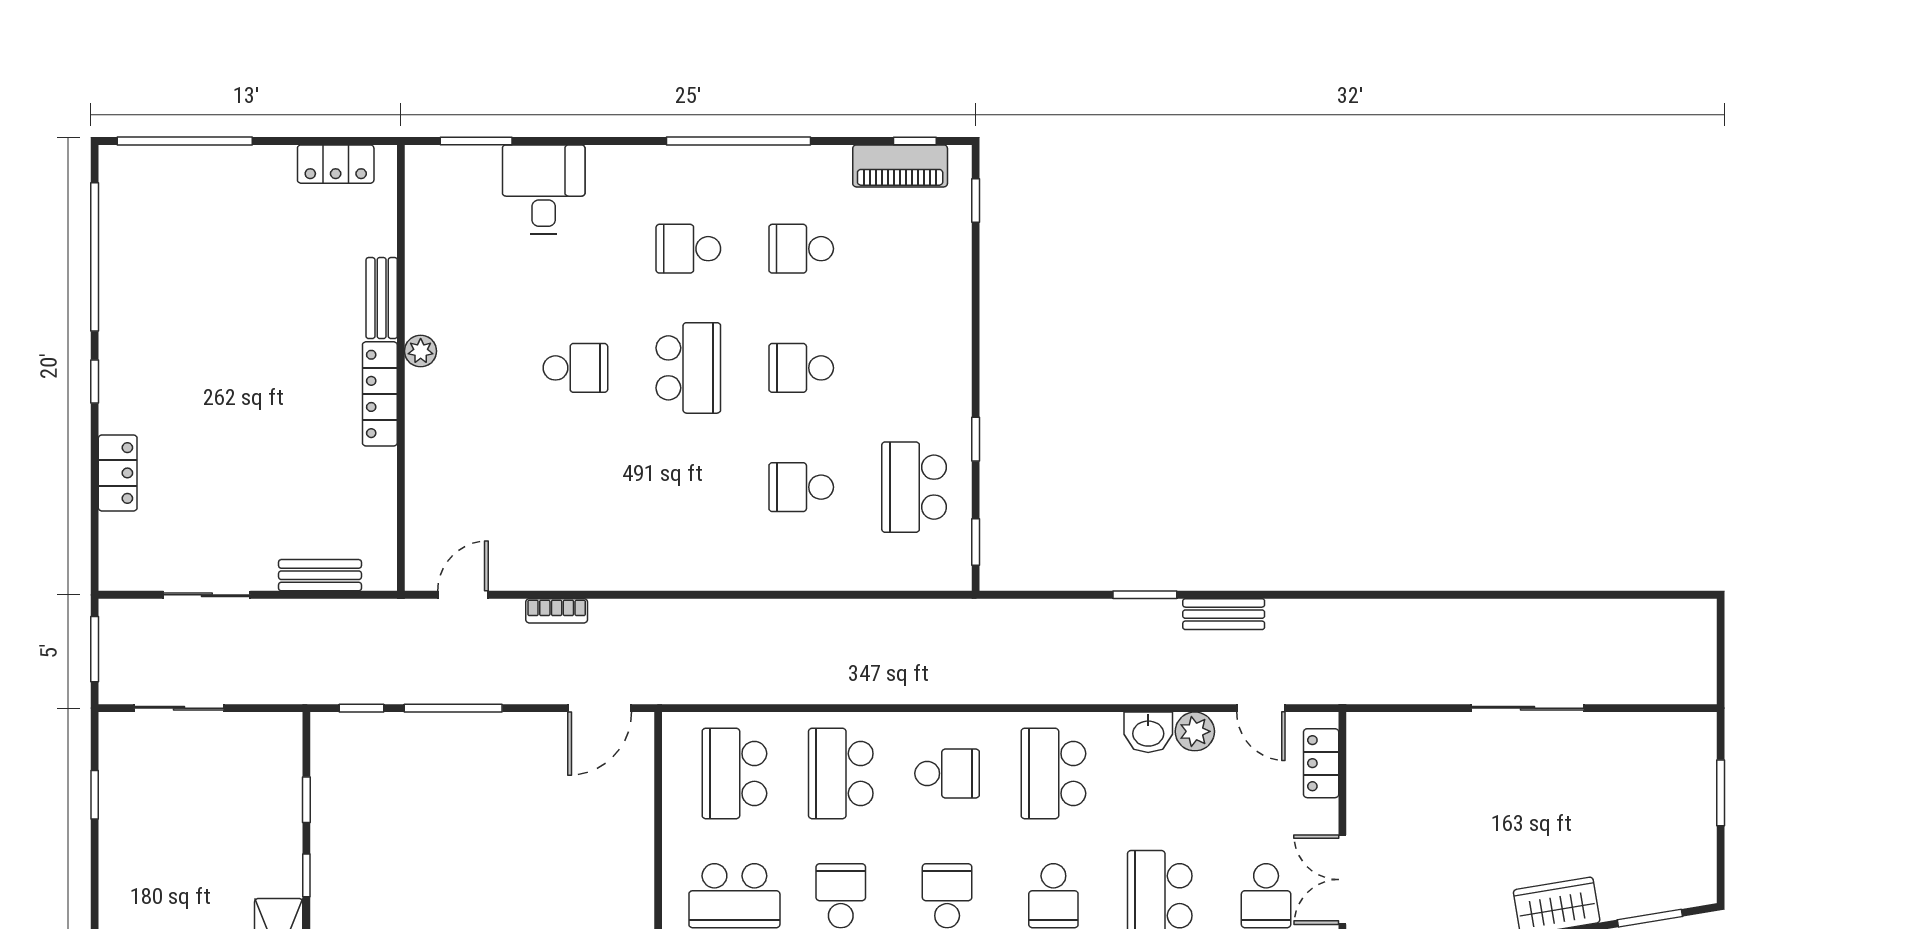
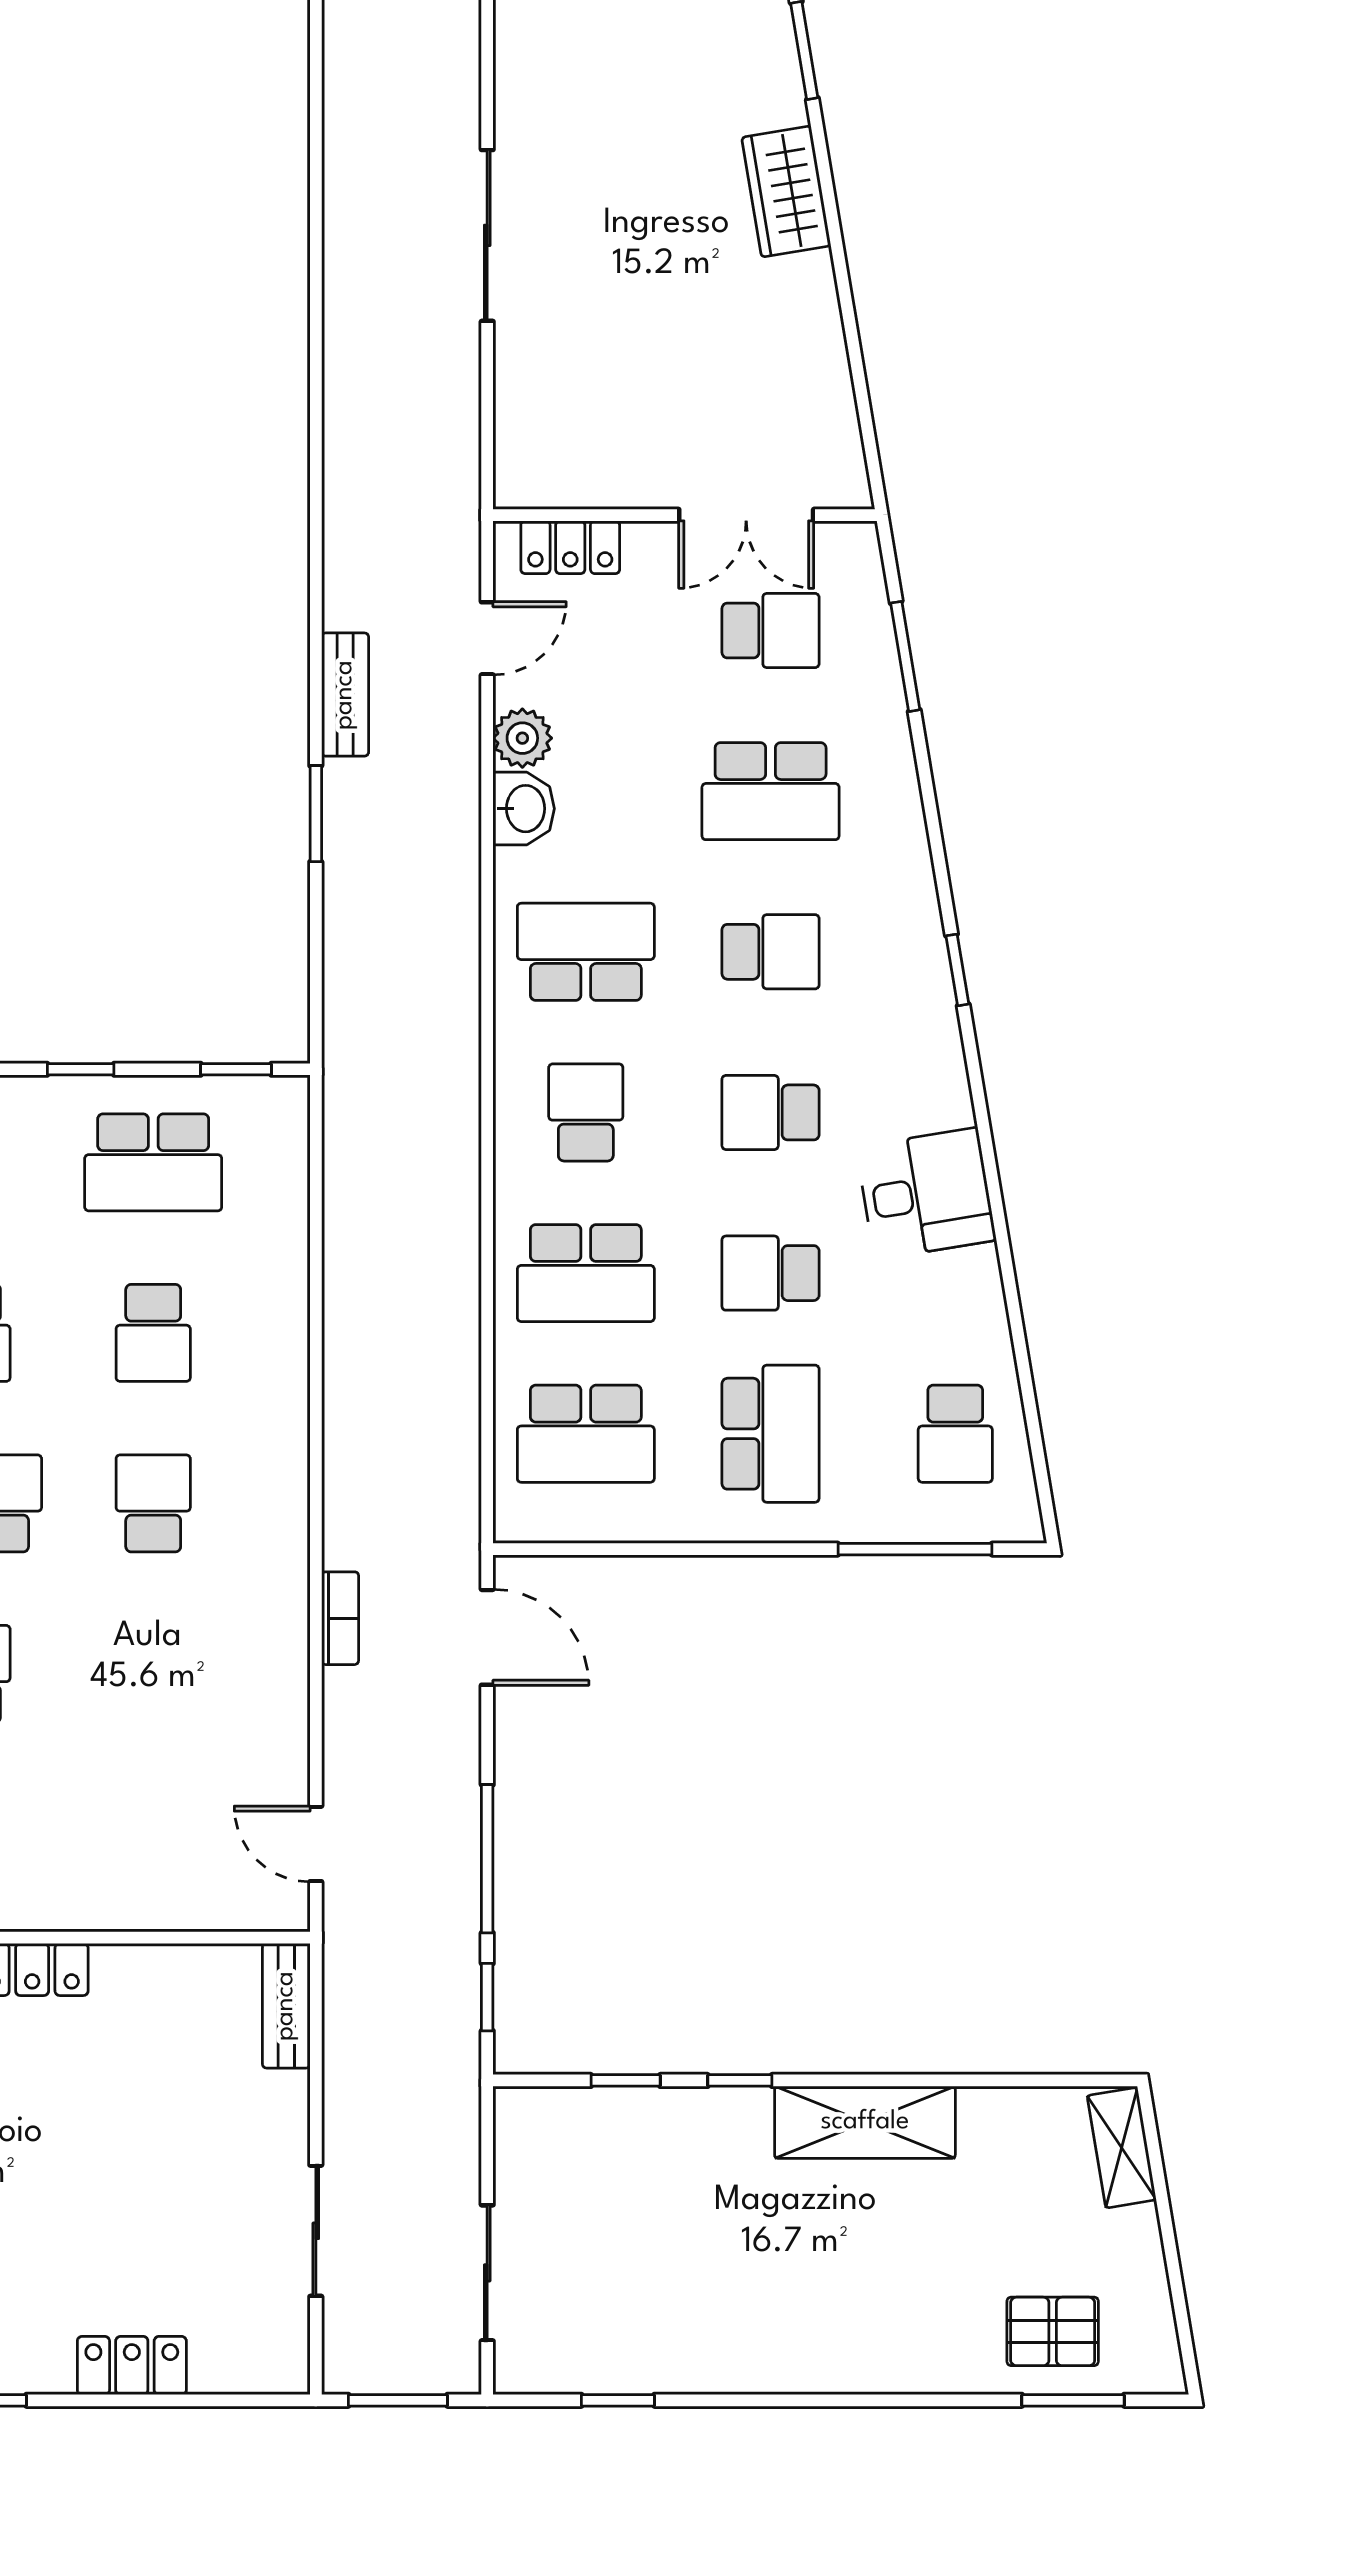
school desk: (688, 487) -> (153, 1503), added
bench: (320, 575) -> (286, 2006), moved
bookcase: (557, 611) -> (340, 1618), moved
school desk: (1053, 773) -> (586, 952), turned 180

